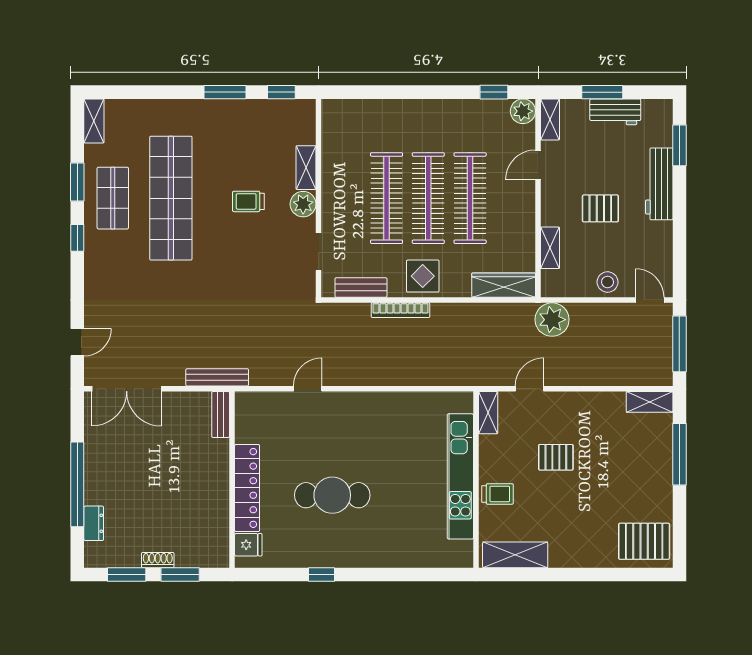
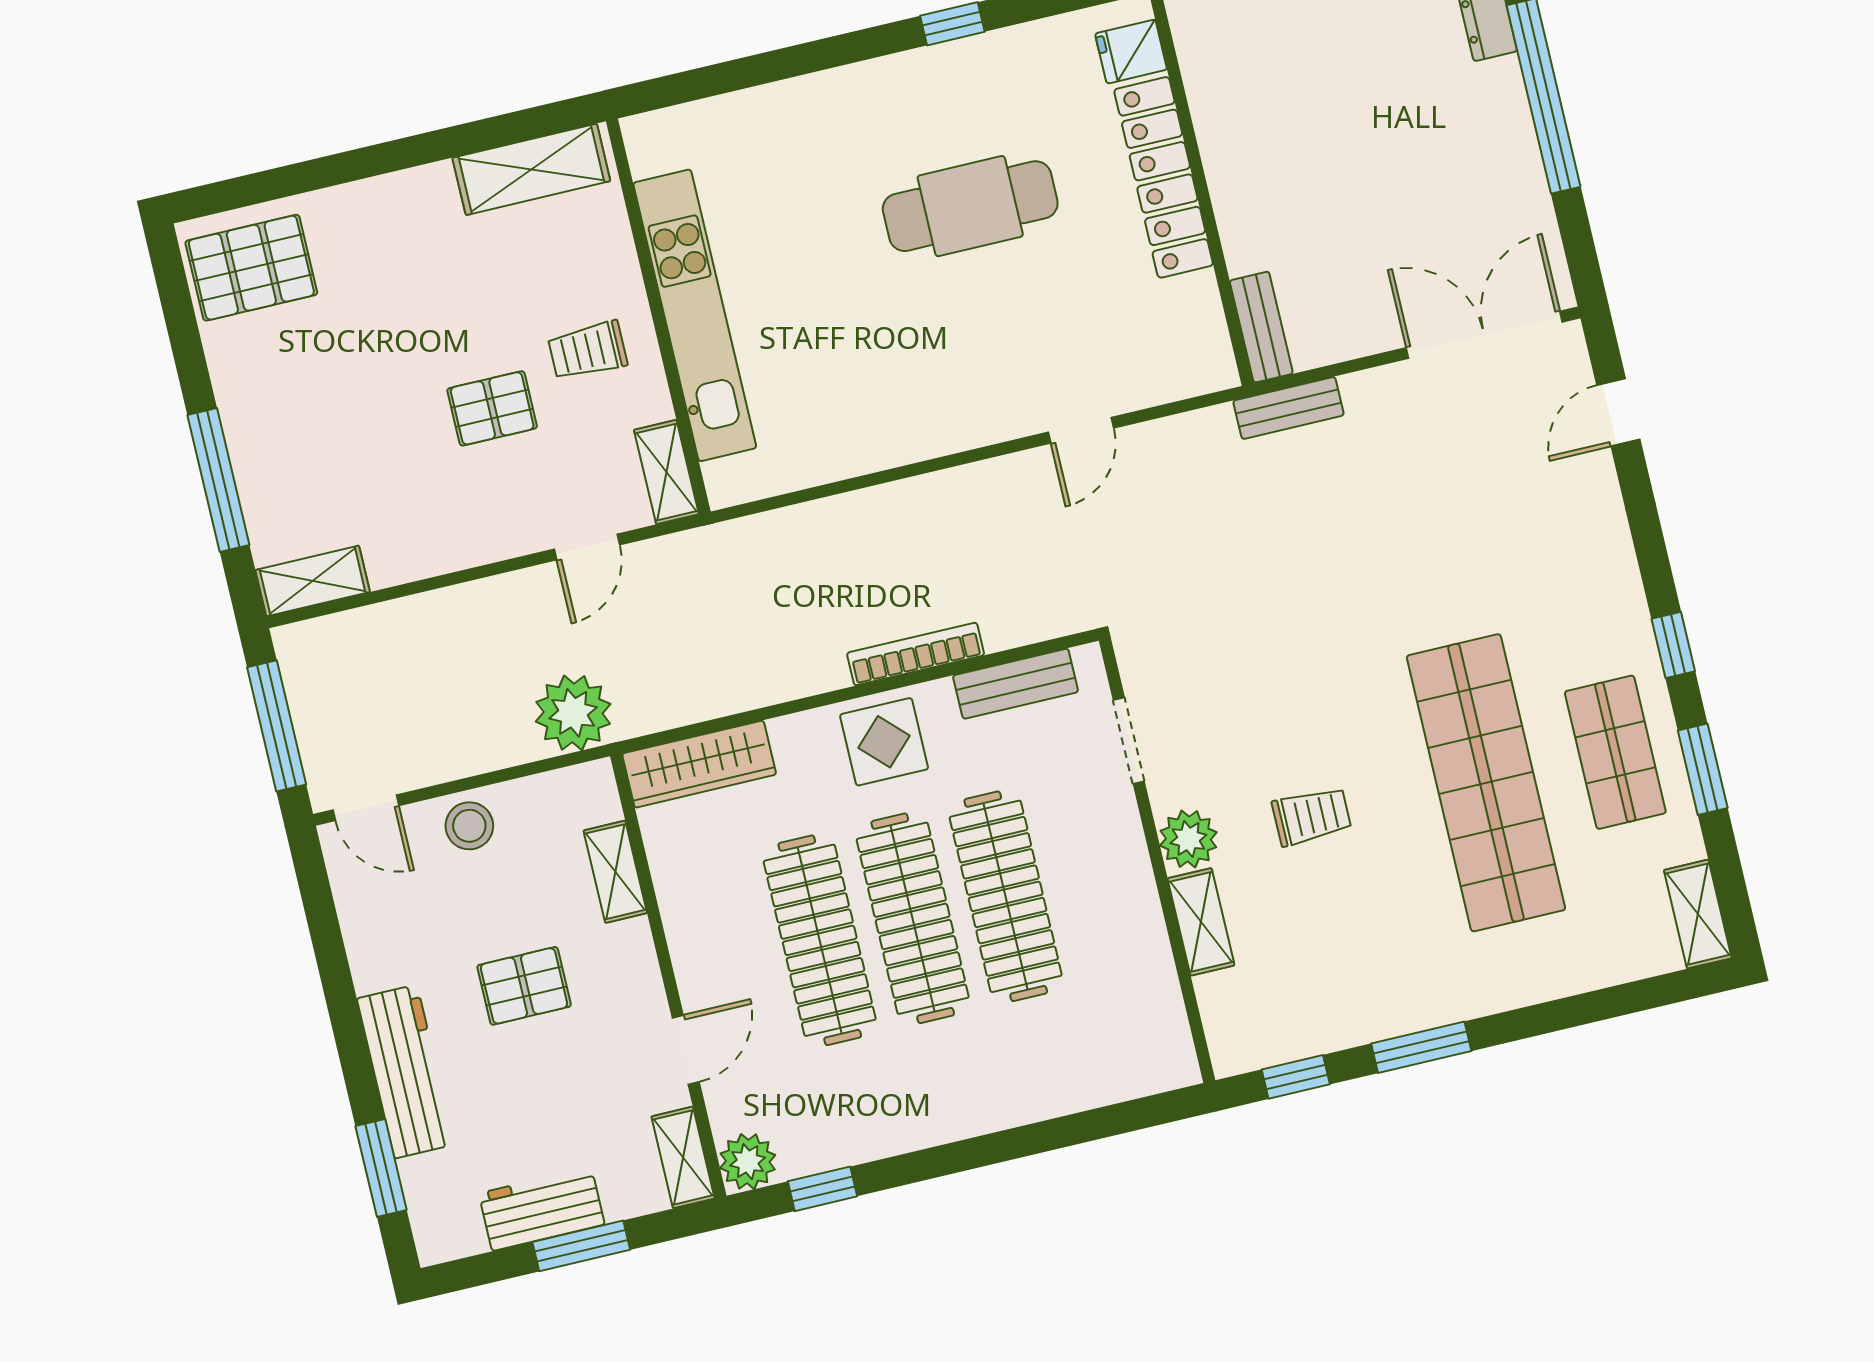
bench: (217, 377) -> (1288, 408), width x0.73
trolley: (498, 494) -> (588, 350), moved

